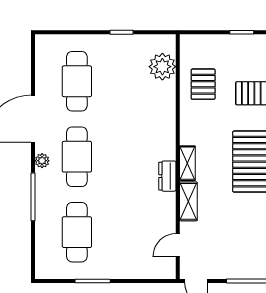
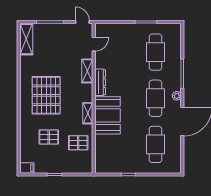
plant: (162, 67) -> (103, 153), removed
pallet: (203, 84) -> (78, 143), turned 90
booth: (155, 129) -> (107, 115), added
shelving: (187, 163) -> (88, 113), moved
dresser: (167, 176) -> (100, 82), width x1.44

